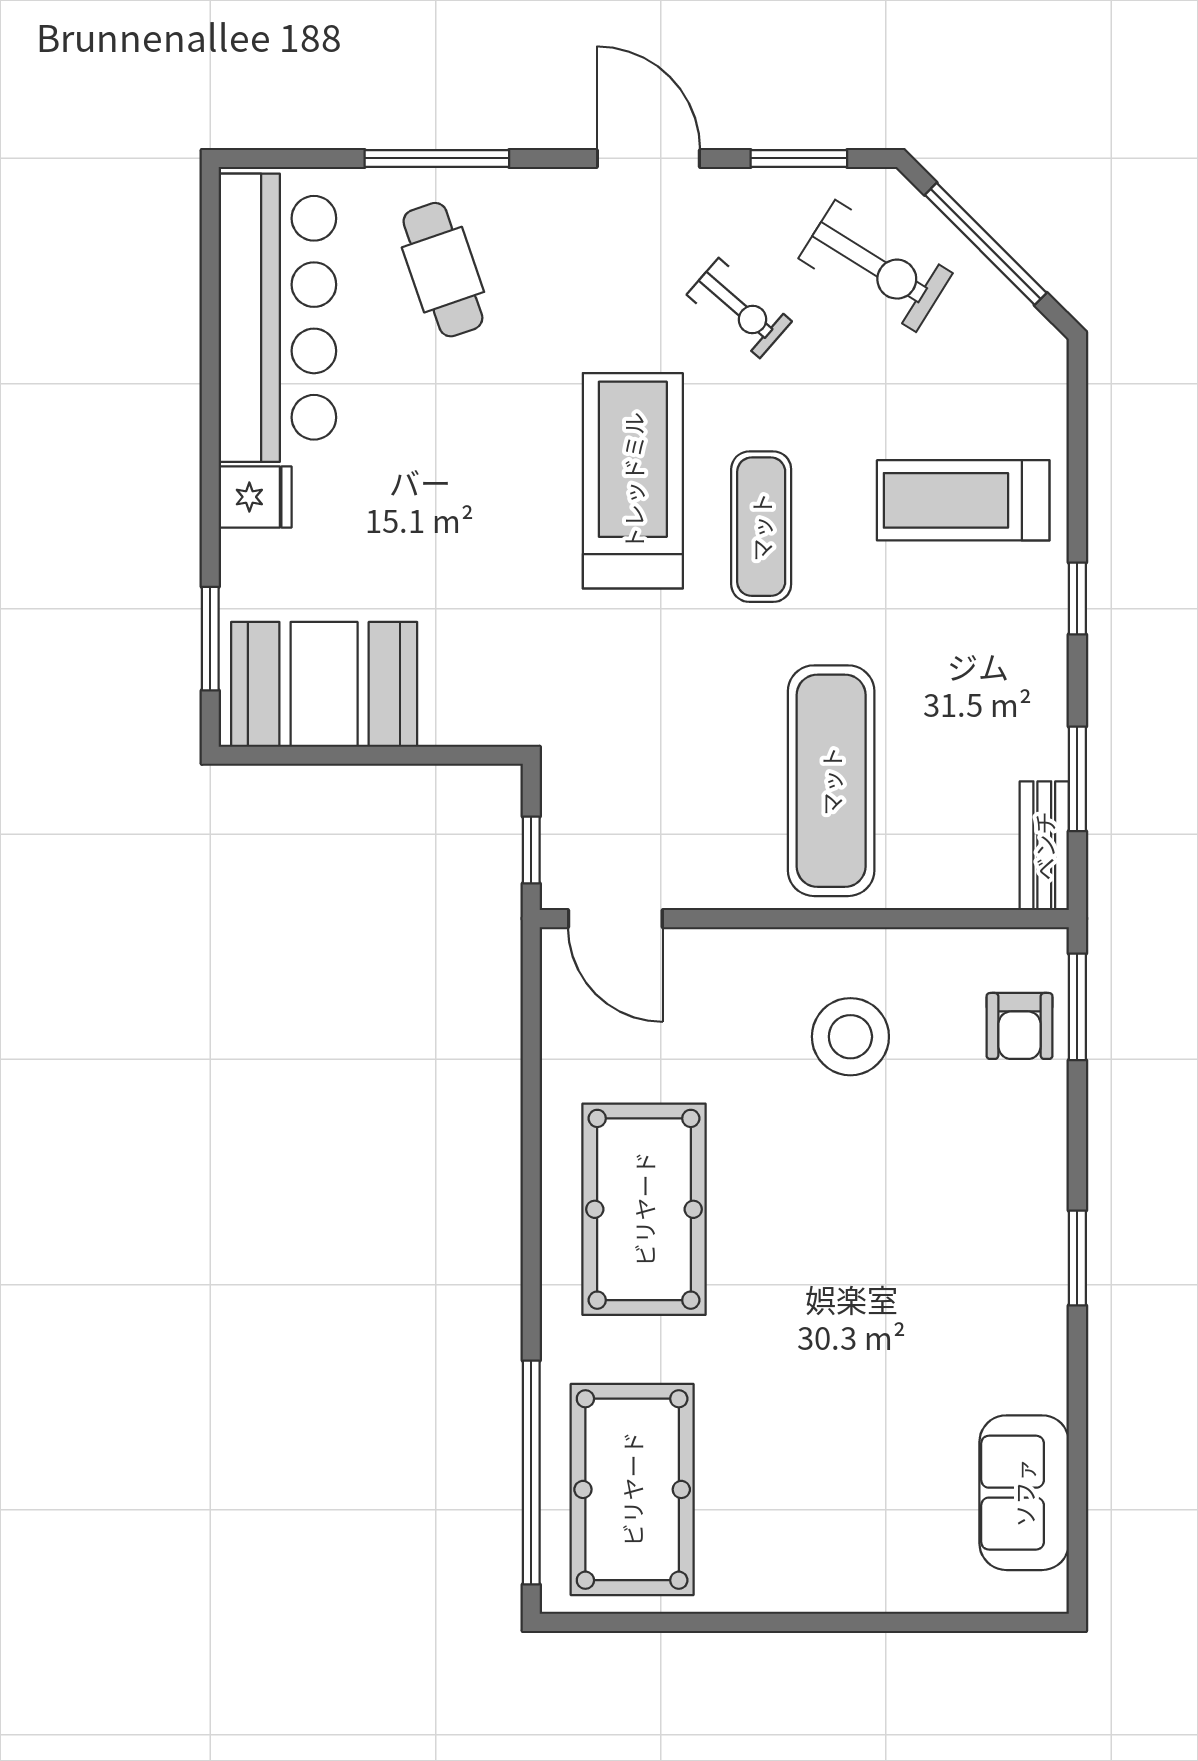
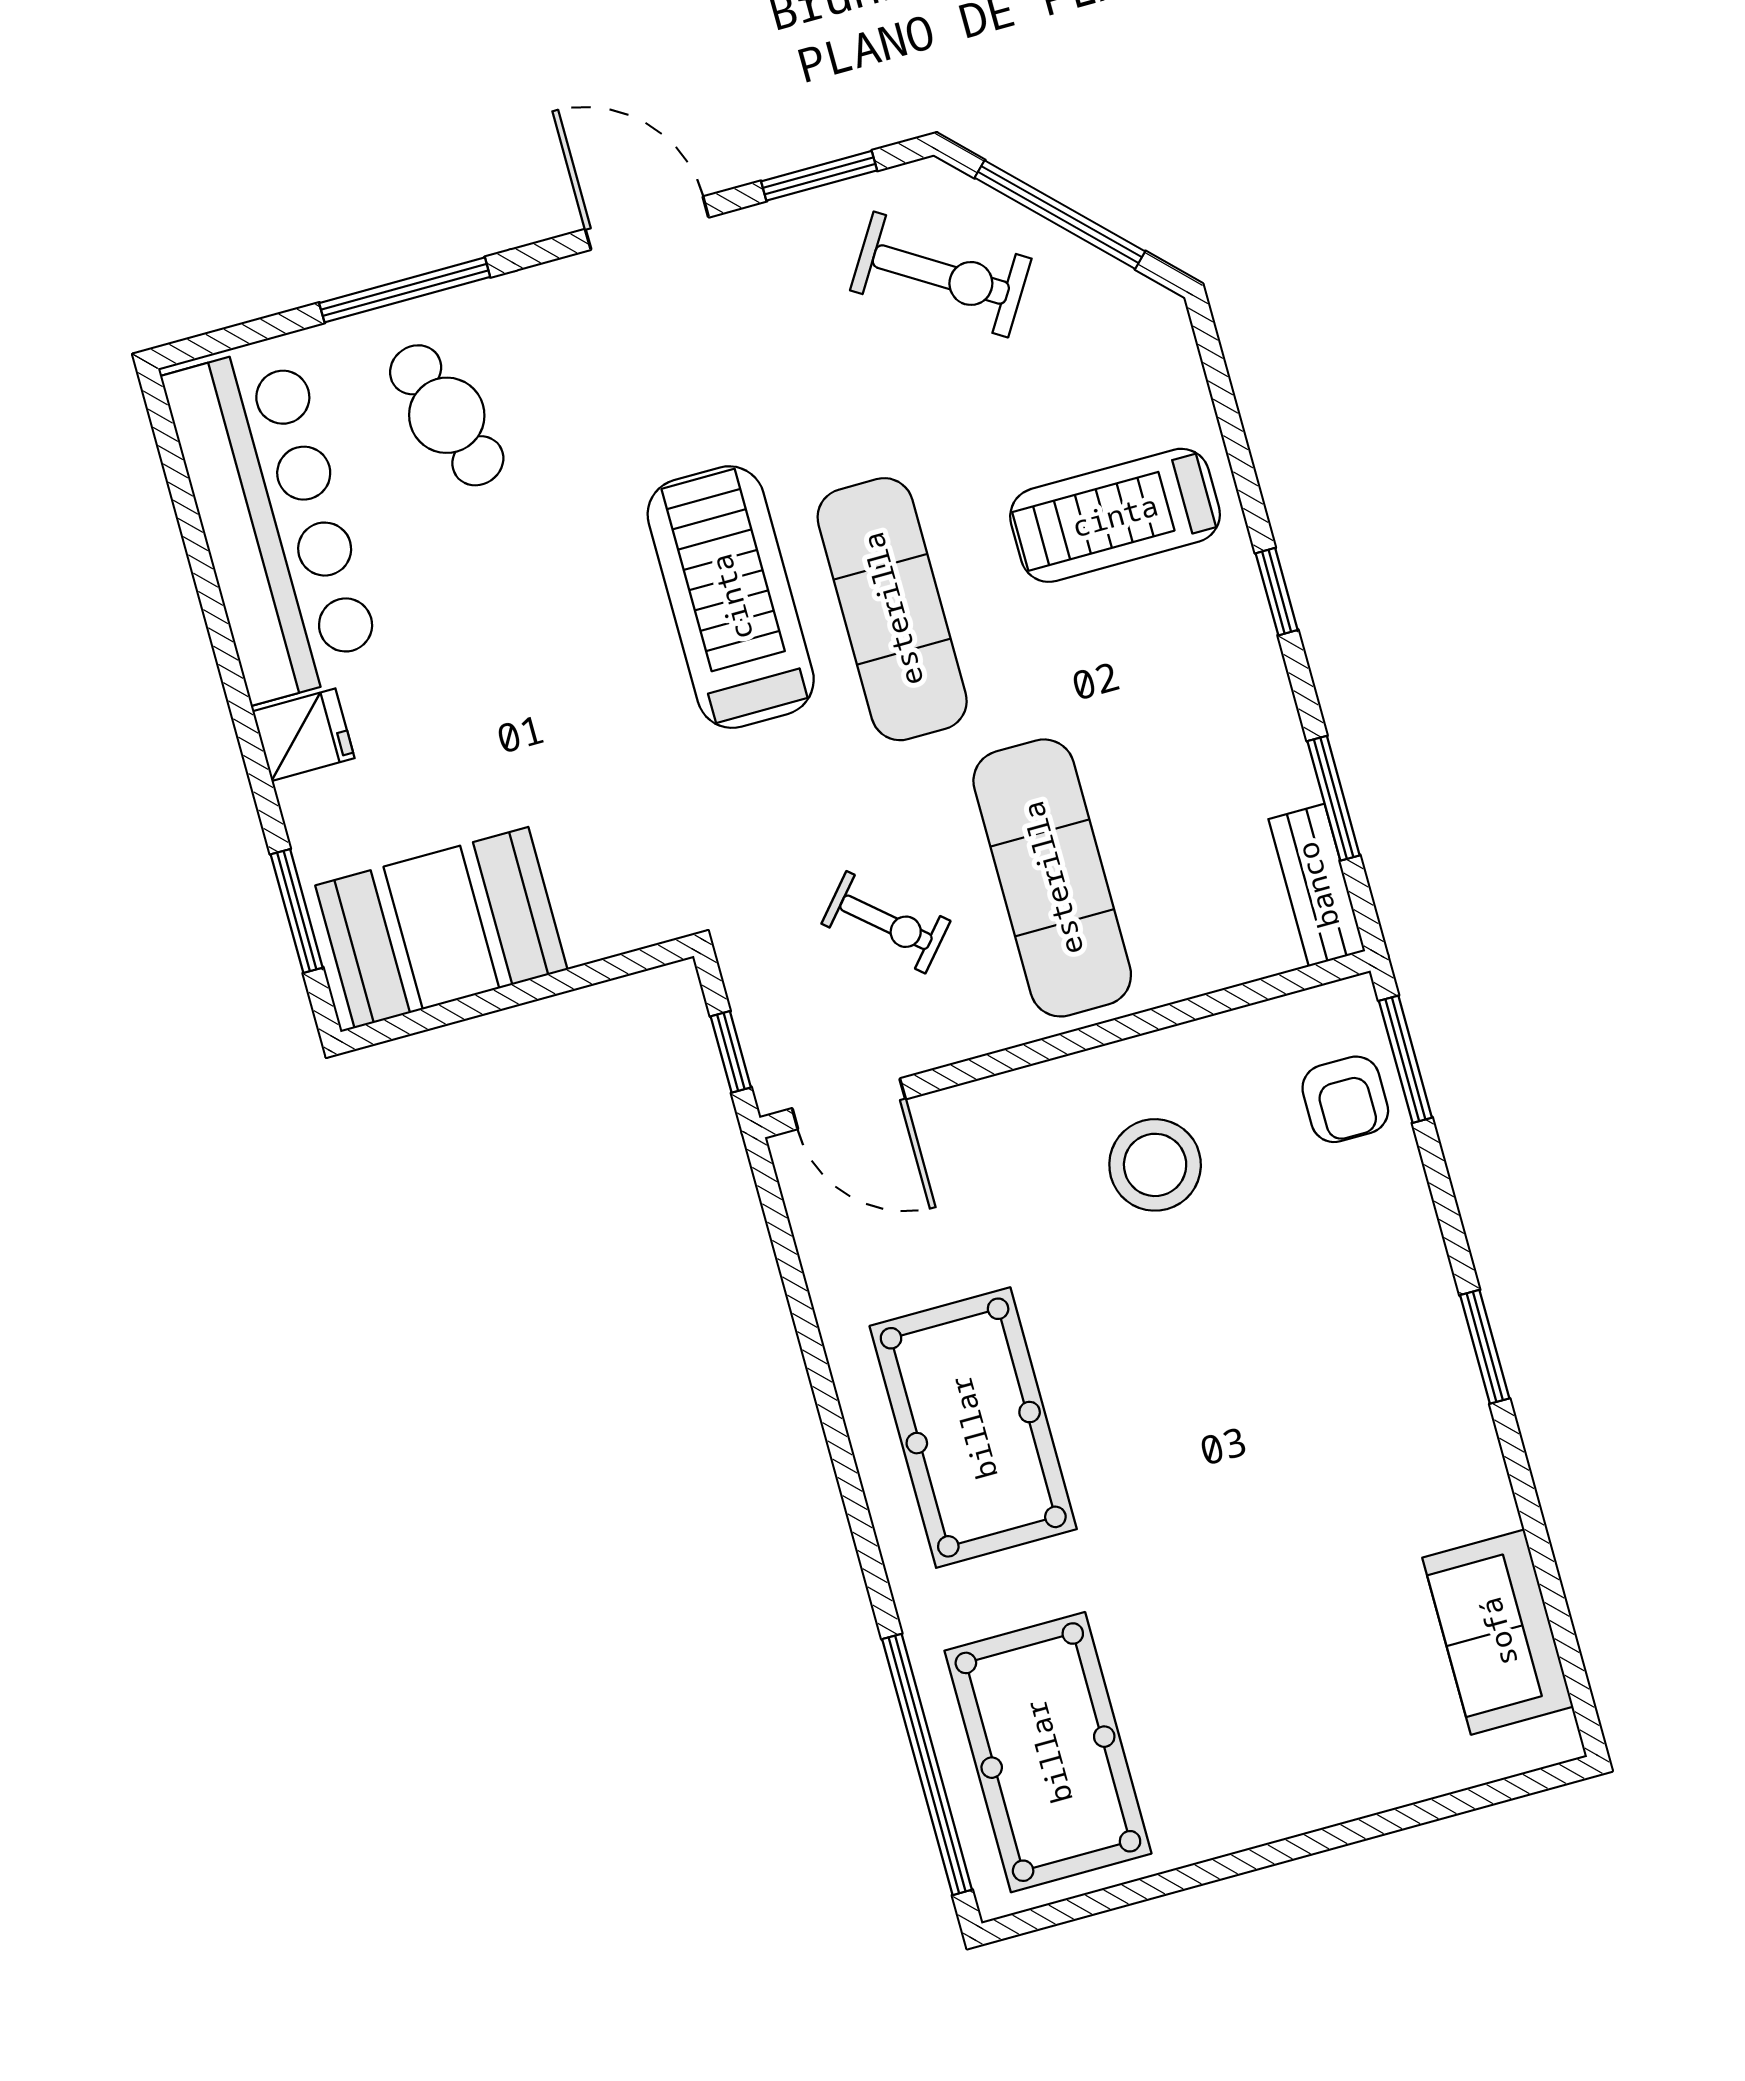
exercise bike: (739, 308) -> (886, 922), moved
exercise mat: (761, 527) -> (892, 609), width x1.36, depth x1.45

